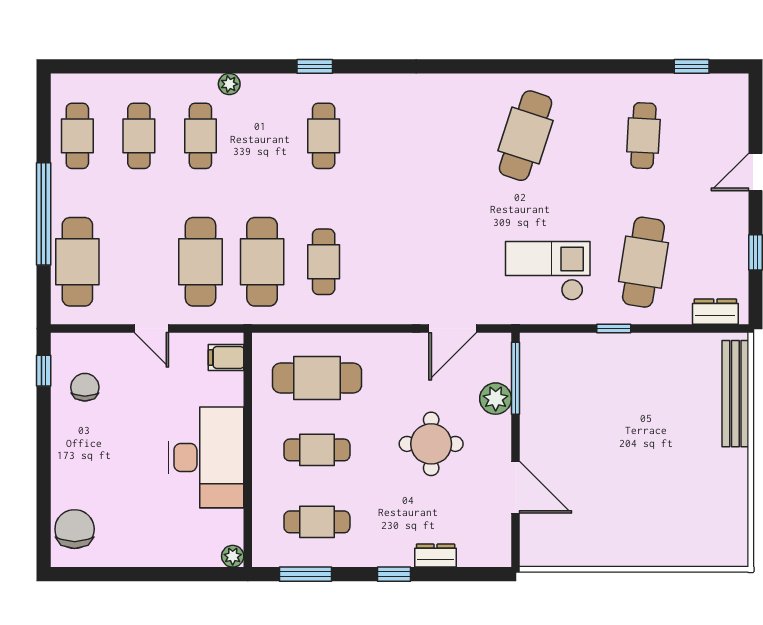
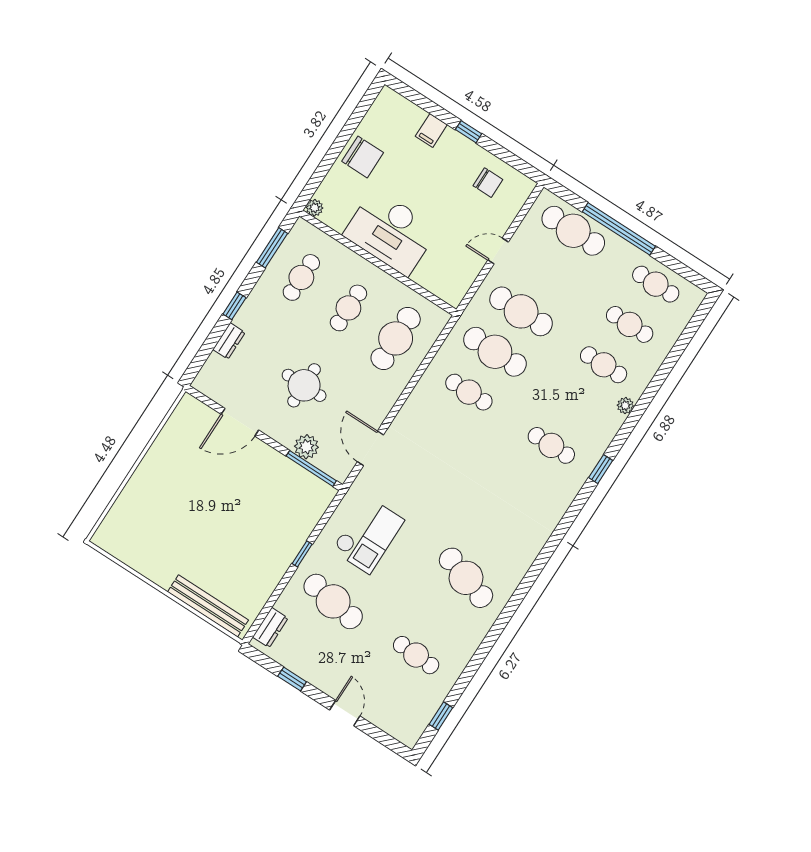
filing cabinet: (226, 357) -> (431, 130), moved, turned 180
window: (44, 371) -> (469, 132), moved
chair: (75, 529) -> (363, 157), moved

